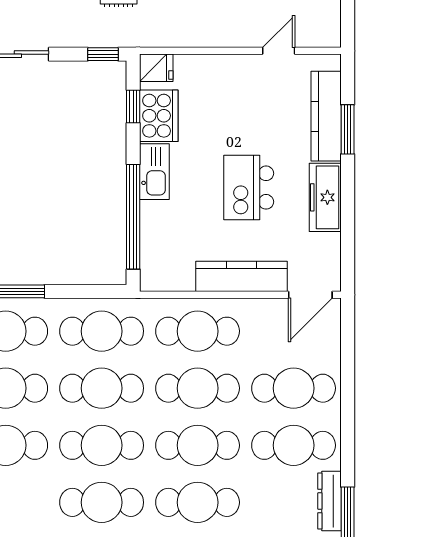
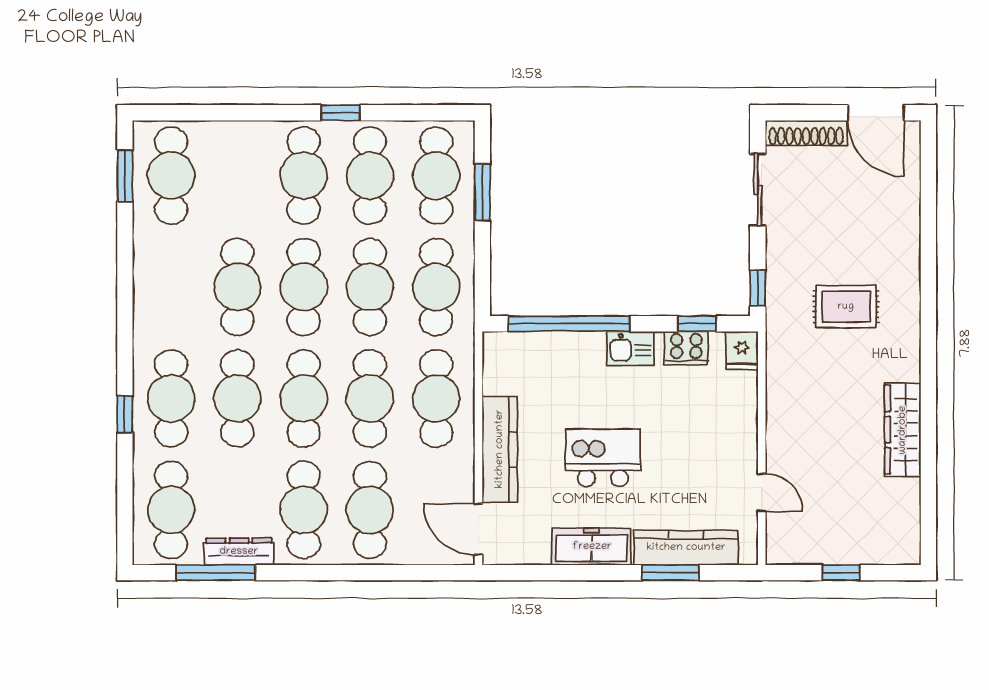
cooker: (159, 116) -> (686, 348), width x0.73, depth x0.76
kitchen sink: (154, 172) -> (630, 348), width x0.73

